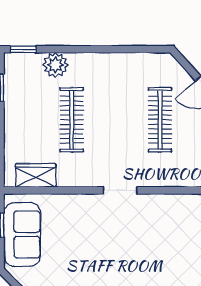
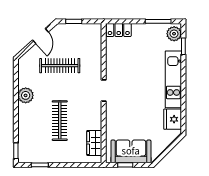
plant: (55, 65) -> (26, 95), moved
clothes rail: (72, 120) -> (60, 121), turned 90

